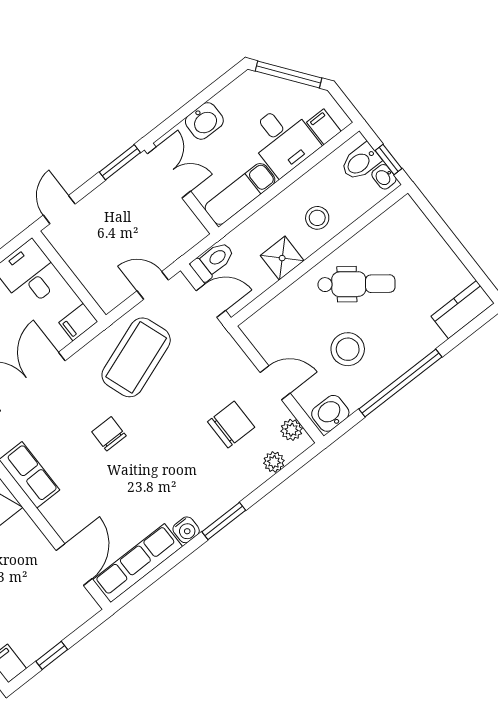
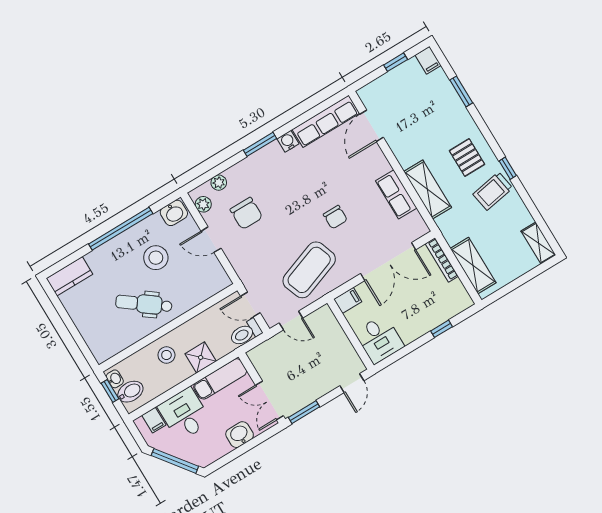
shower: (282, 258) -> (201, 357), moved
chair: (231, 424) -> (246, 213), turned -90

